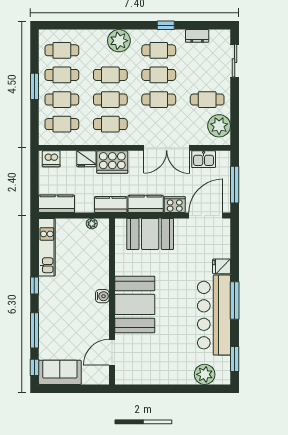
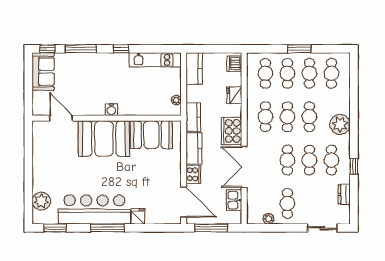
plant: (219, 126) -> (269, 219), width x0.53, depth x0.53
cooker: (112, 162) -> (231, 131), moved
booth: (150, 234) -> (151, 135), moved, turned 90

